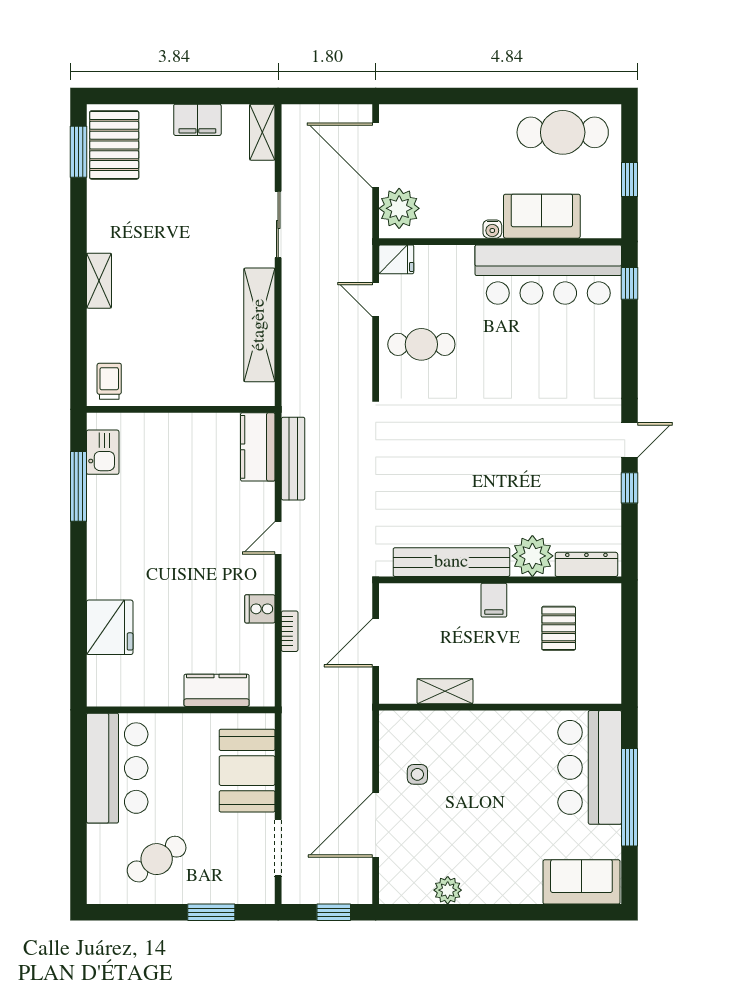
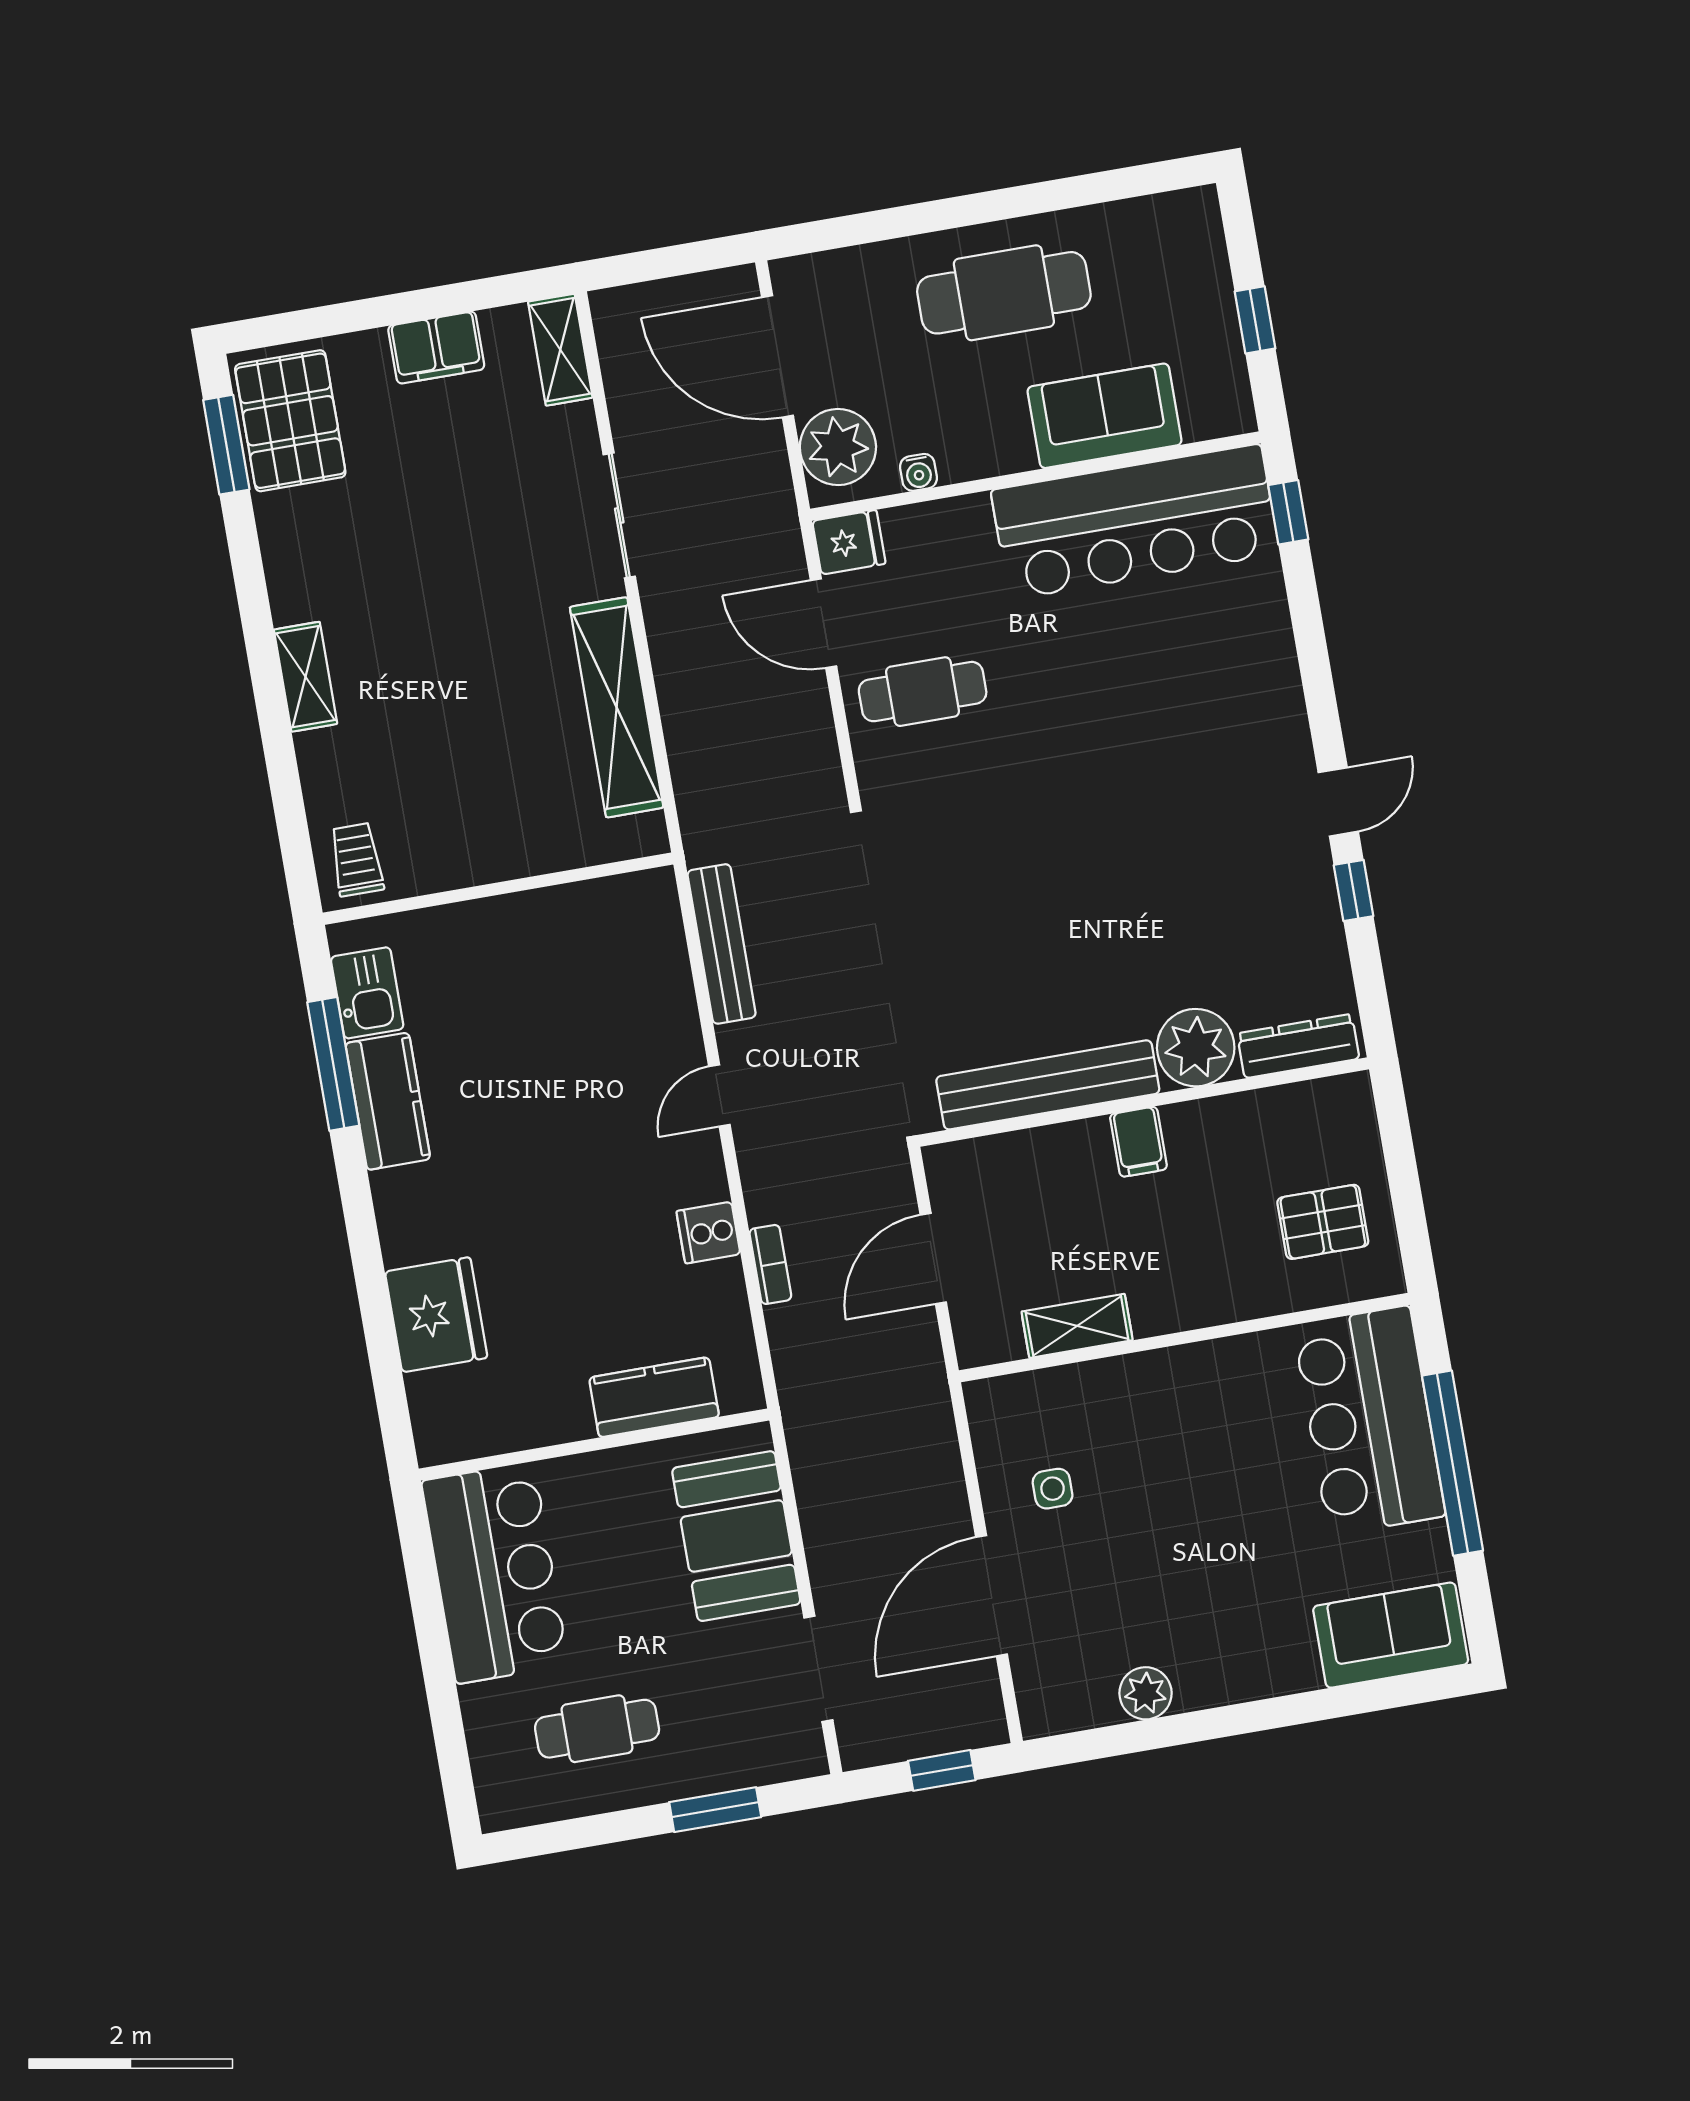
cafe table: (563, 132) -> (1004, 293), moved
water cooler: (492, 229) -> (919, 472), moved
door: (376, 300) -> (824, 623), width x1.38
kitchen counter: (258, 447) -> (388, 1101), moved, turned 180
pallet: (559, 628) -> (1323, 1222), moved, turned 90
cafe table: (157, 859) -> (597, 1729), turned 33

